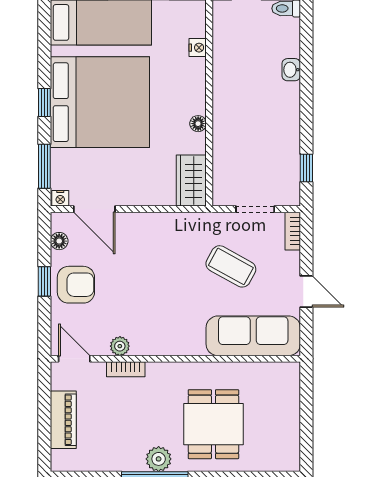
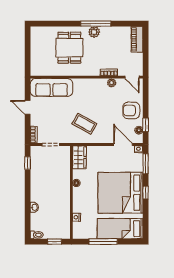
coffee table: (231, 266) -> (84, 124), moved
window: (44, 281) -> (146, 125), moved
piano: (63, 420) -> (137, 39), moved

